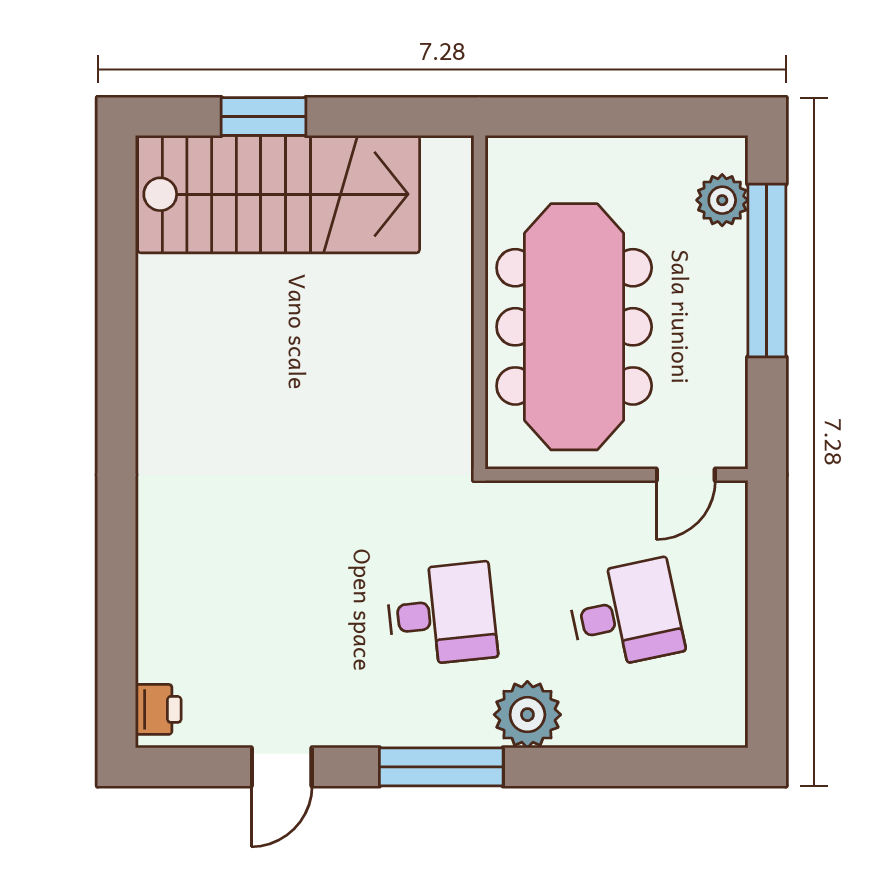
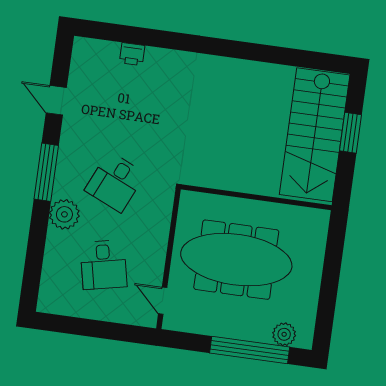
wall: (480, 302) -> (256, 197), moved
desk: (442, 614) -> (115, 182), turned 30
printer: (158, 709) -> (132, 54), moved

